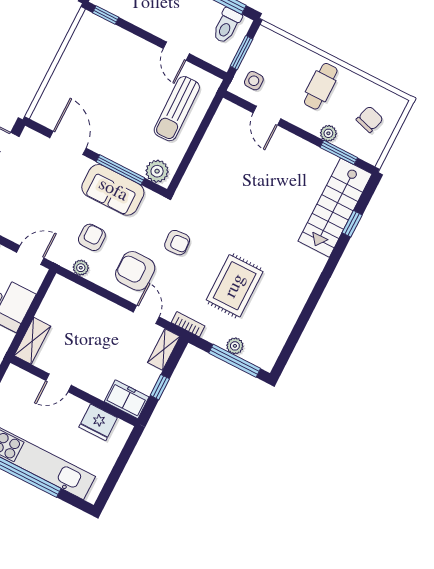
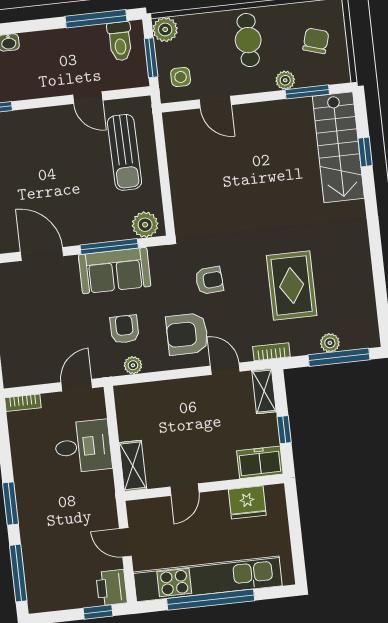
plant: (265, 39) -> (165, 29), added

